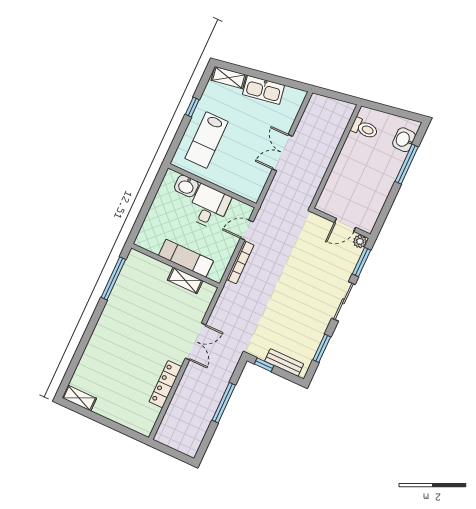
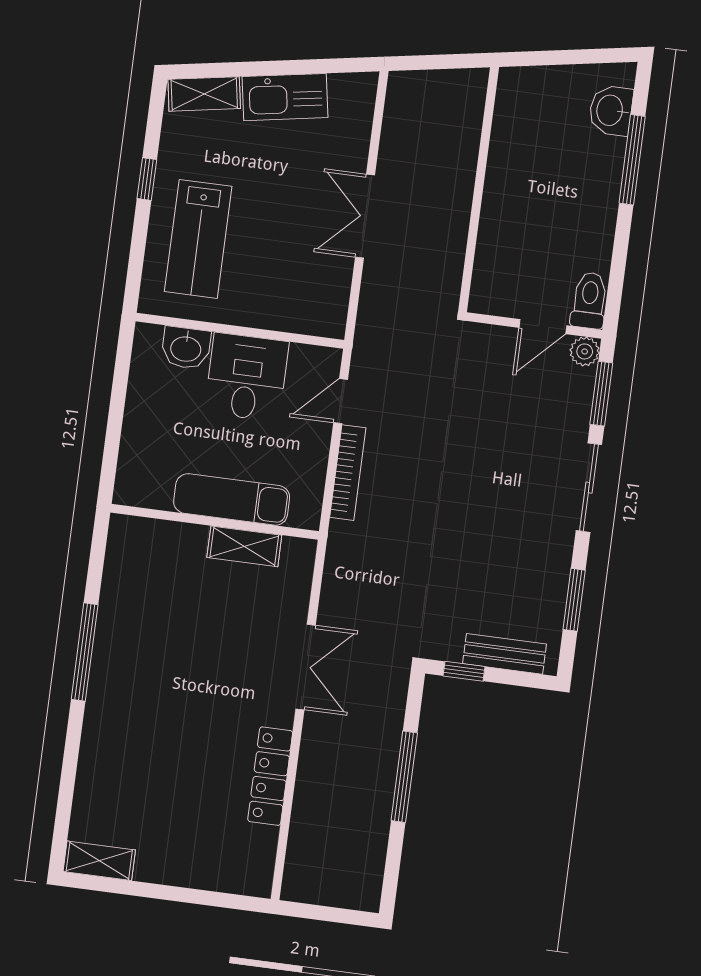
toilet: (364, 128) -> (589, 300), moved, turned -90
window: (113, 278) -> (85, 652), moved

